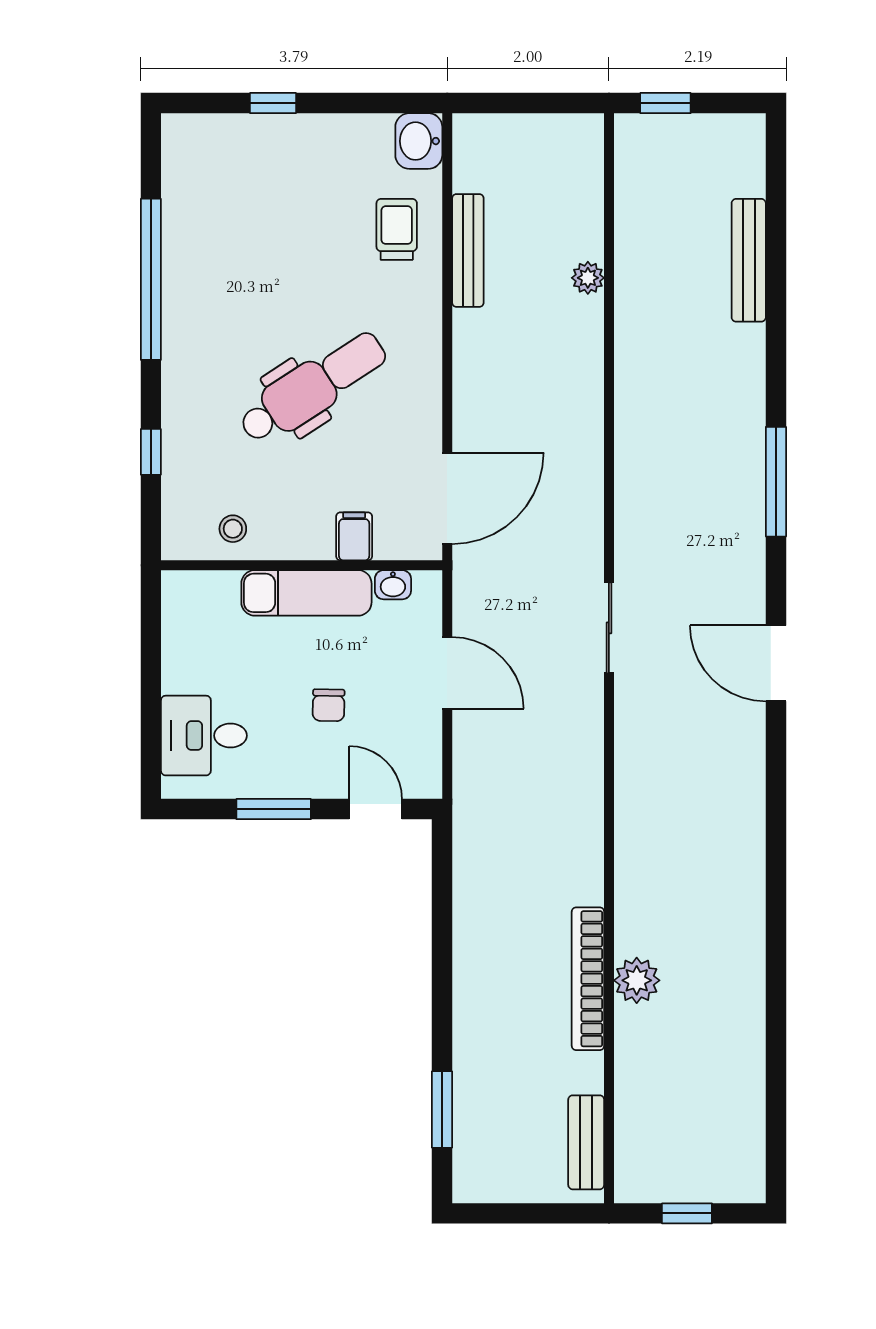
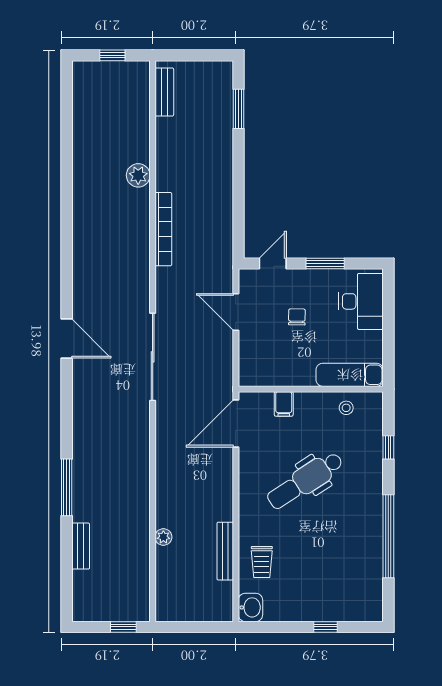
bench: (749, 260) -> (81, 546), width x0.73
window: (776, 482) -> (67, 487), moved
washbasin: (393, 585) -> (264, 379), removed
exam couch: (306, 593) -> (350, 375), moved
sliding door: (609, 628) -> (153, 357), width x1.86
door: (447, 673) -> (236, 312), moved
desk: (204, 736) -> (361, 301), width x1.37
door: (376, 809) -> (273, 264), swing flipped
bookcase: (588, 979) -> (163, 229), moved

